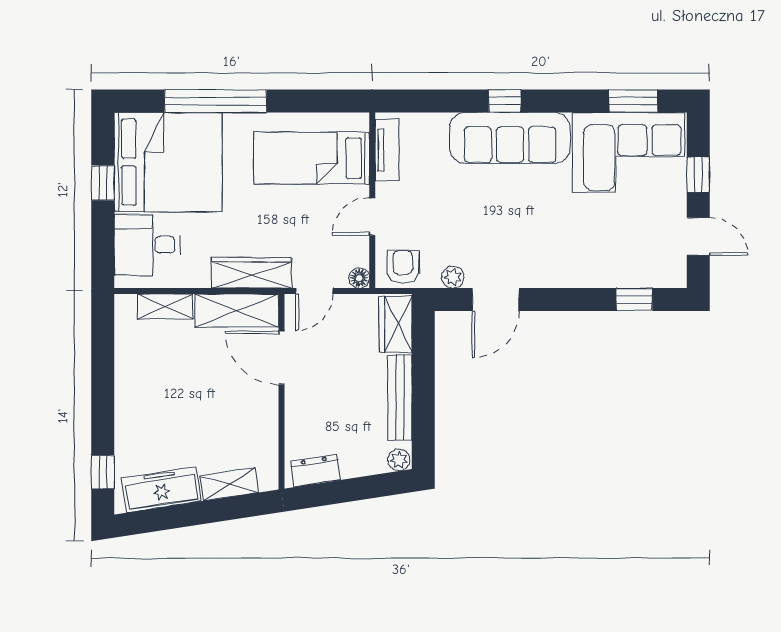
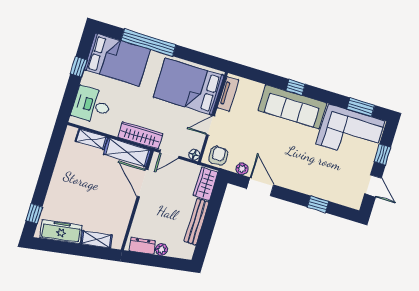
bed: (312, 158) -> (189, 86), width x1.50
bed: (168, 162) -> (117, 60), width x0.73
door: (496, 300) -> (260, 187), swing flipped
window: (634, 300) -> (318, 204), moved
plant: (399, 460) -> (161, 250), moved

